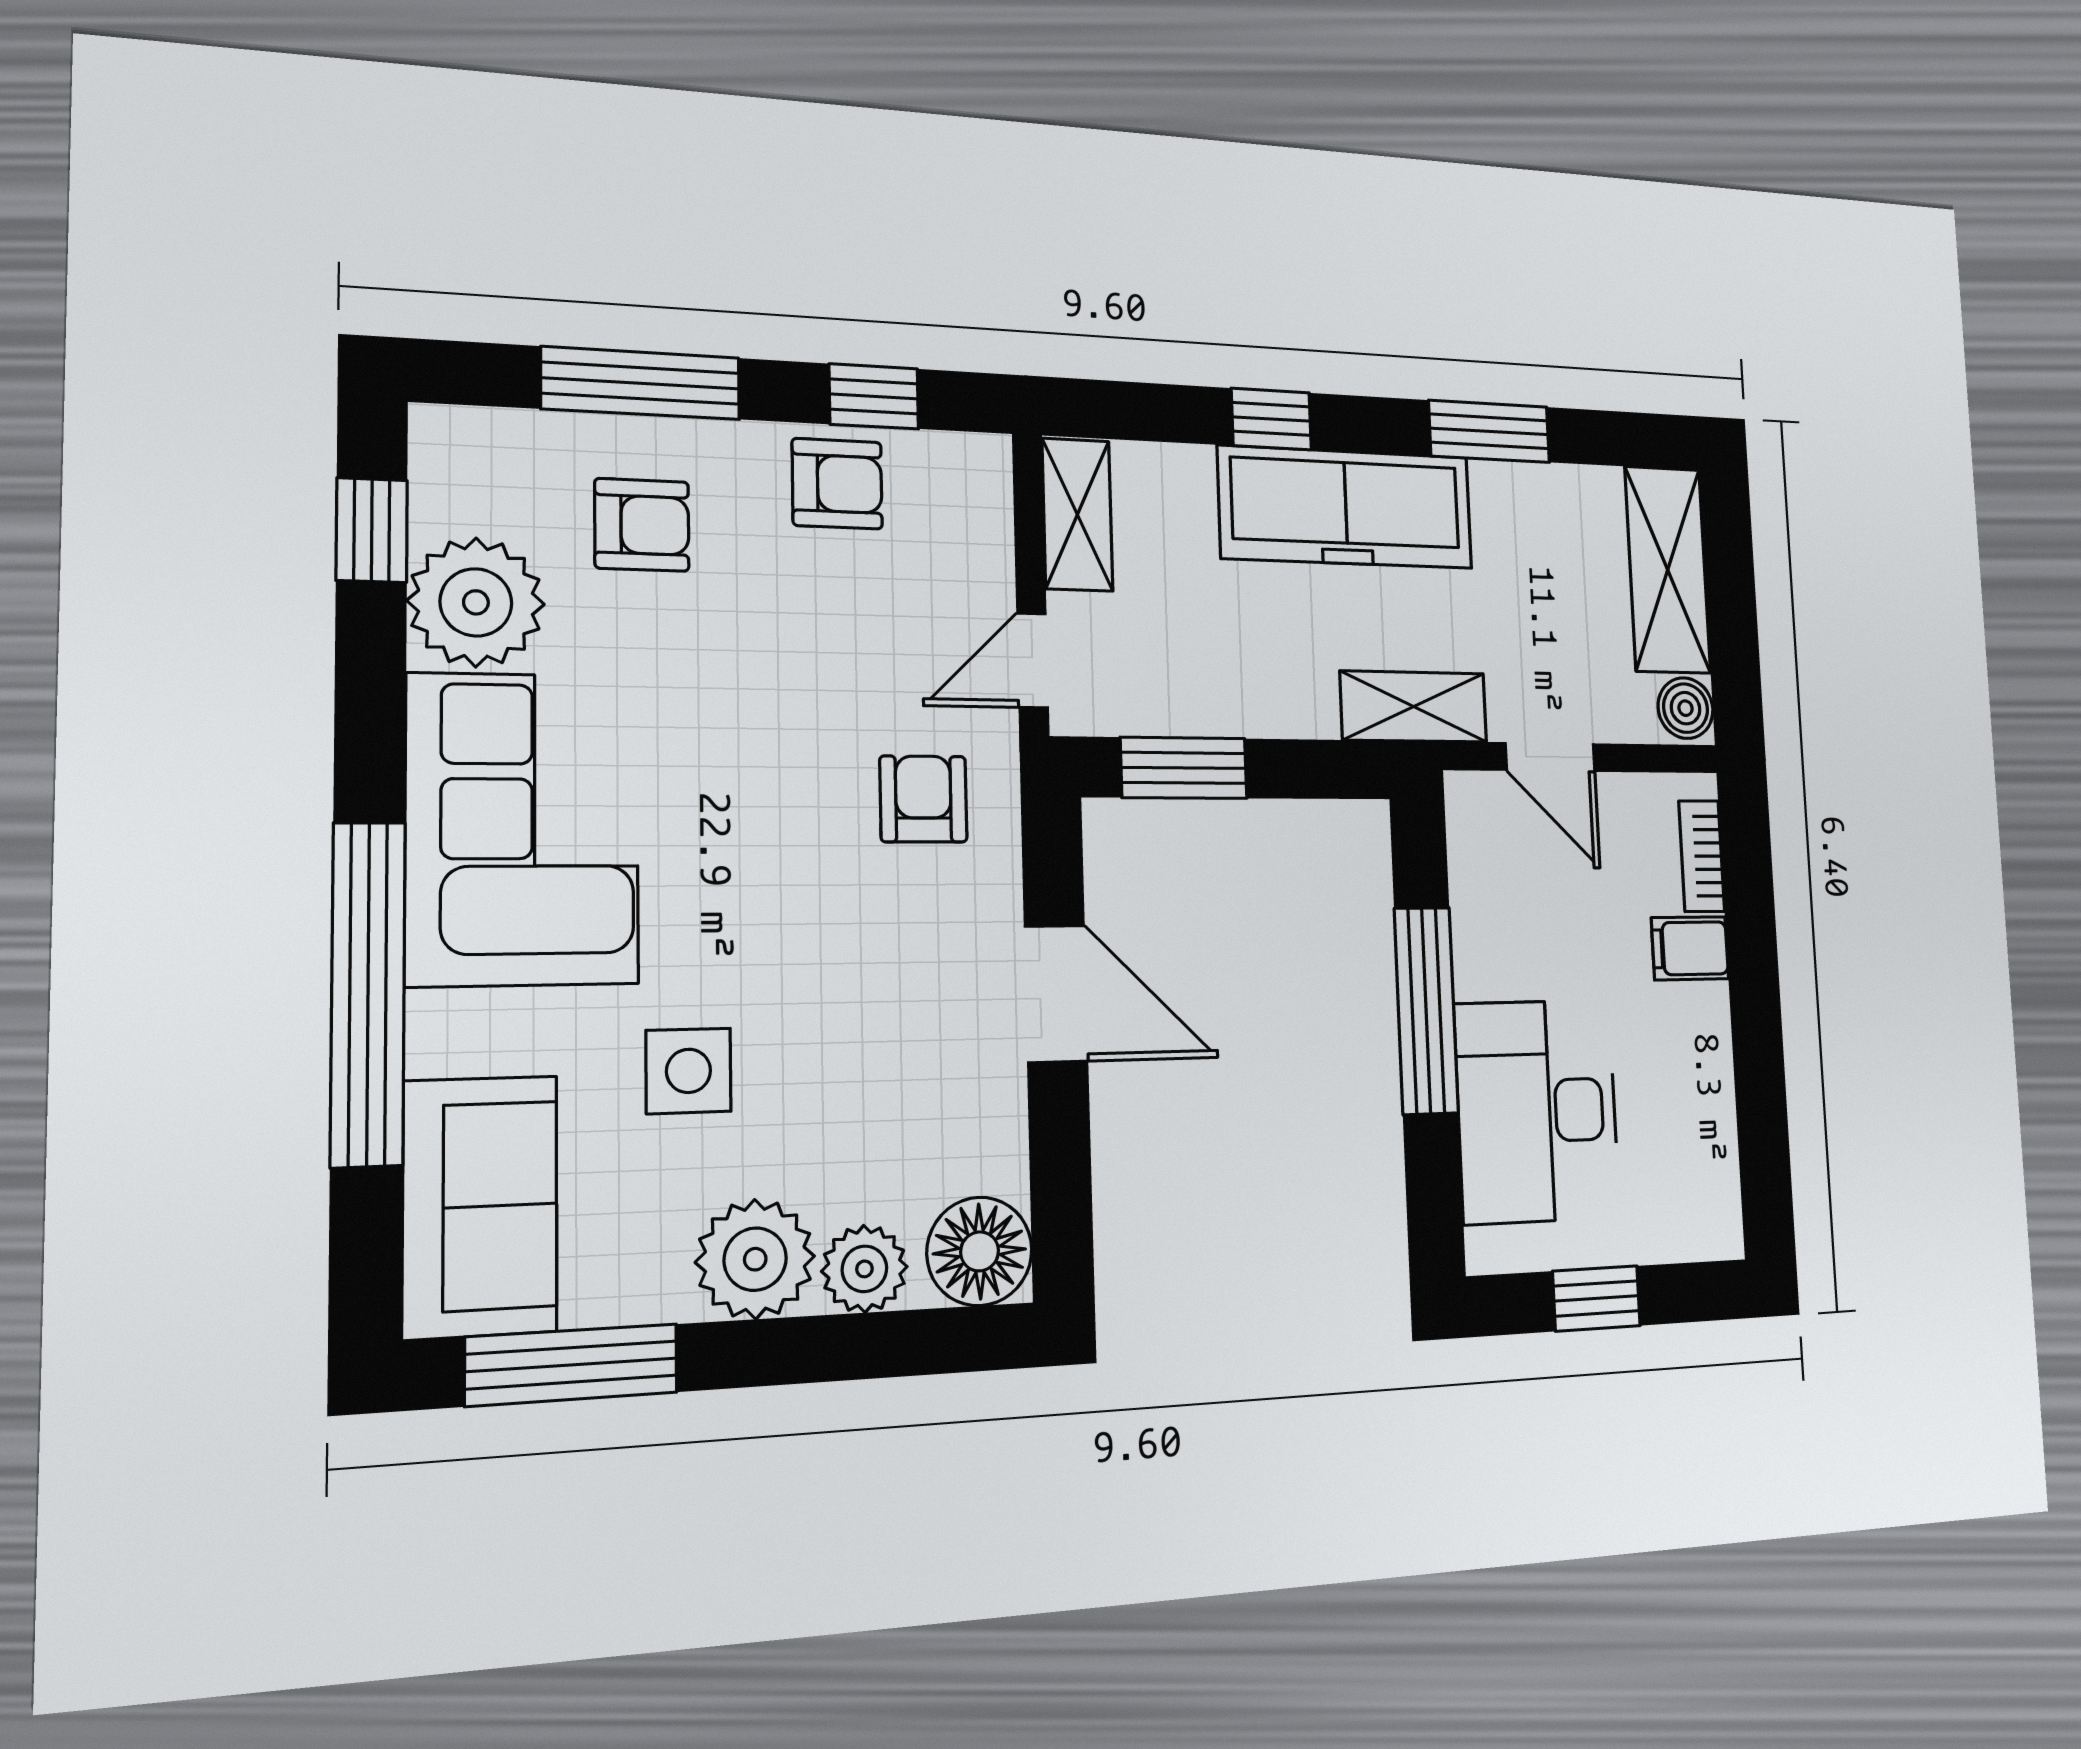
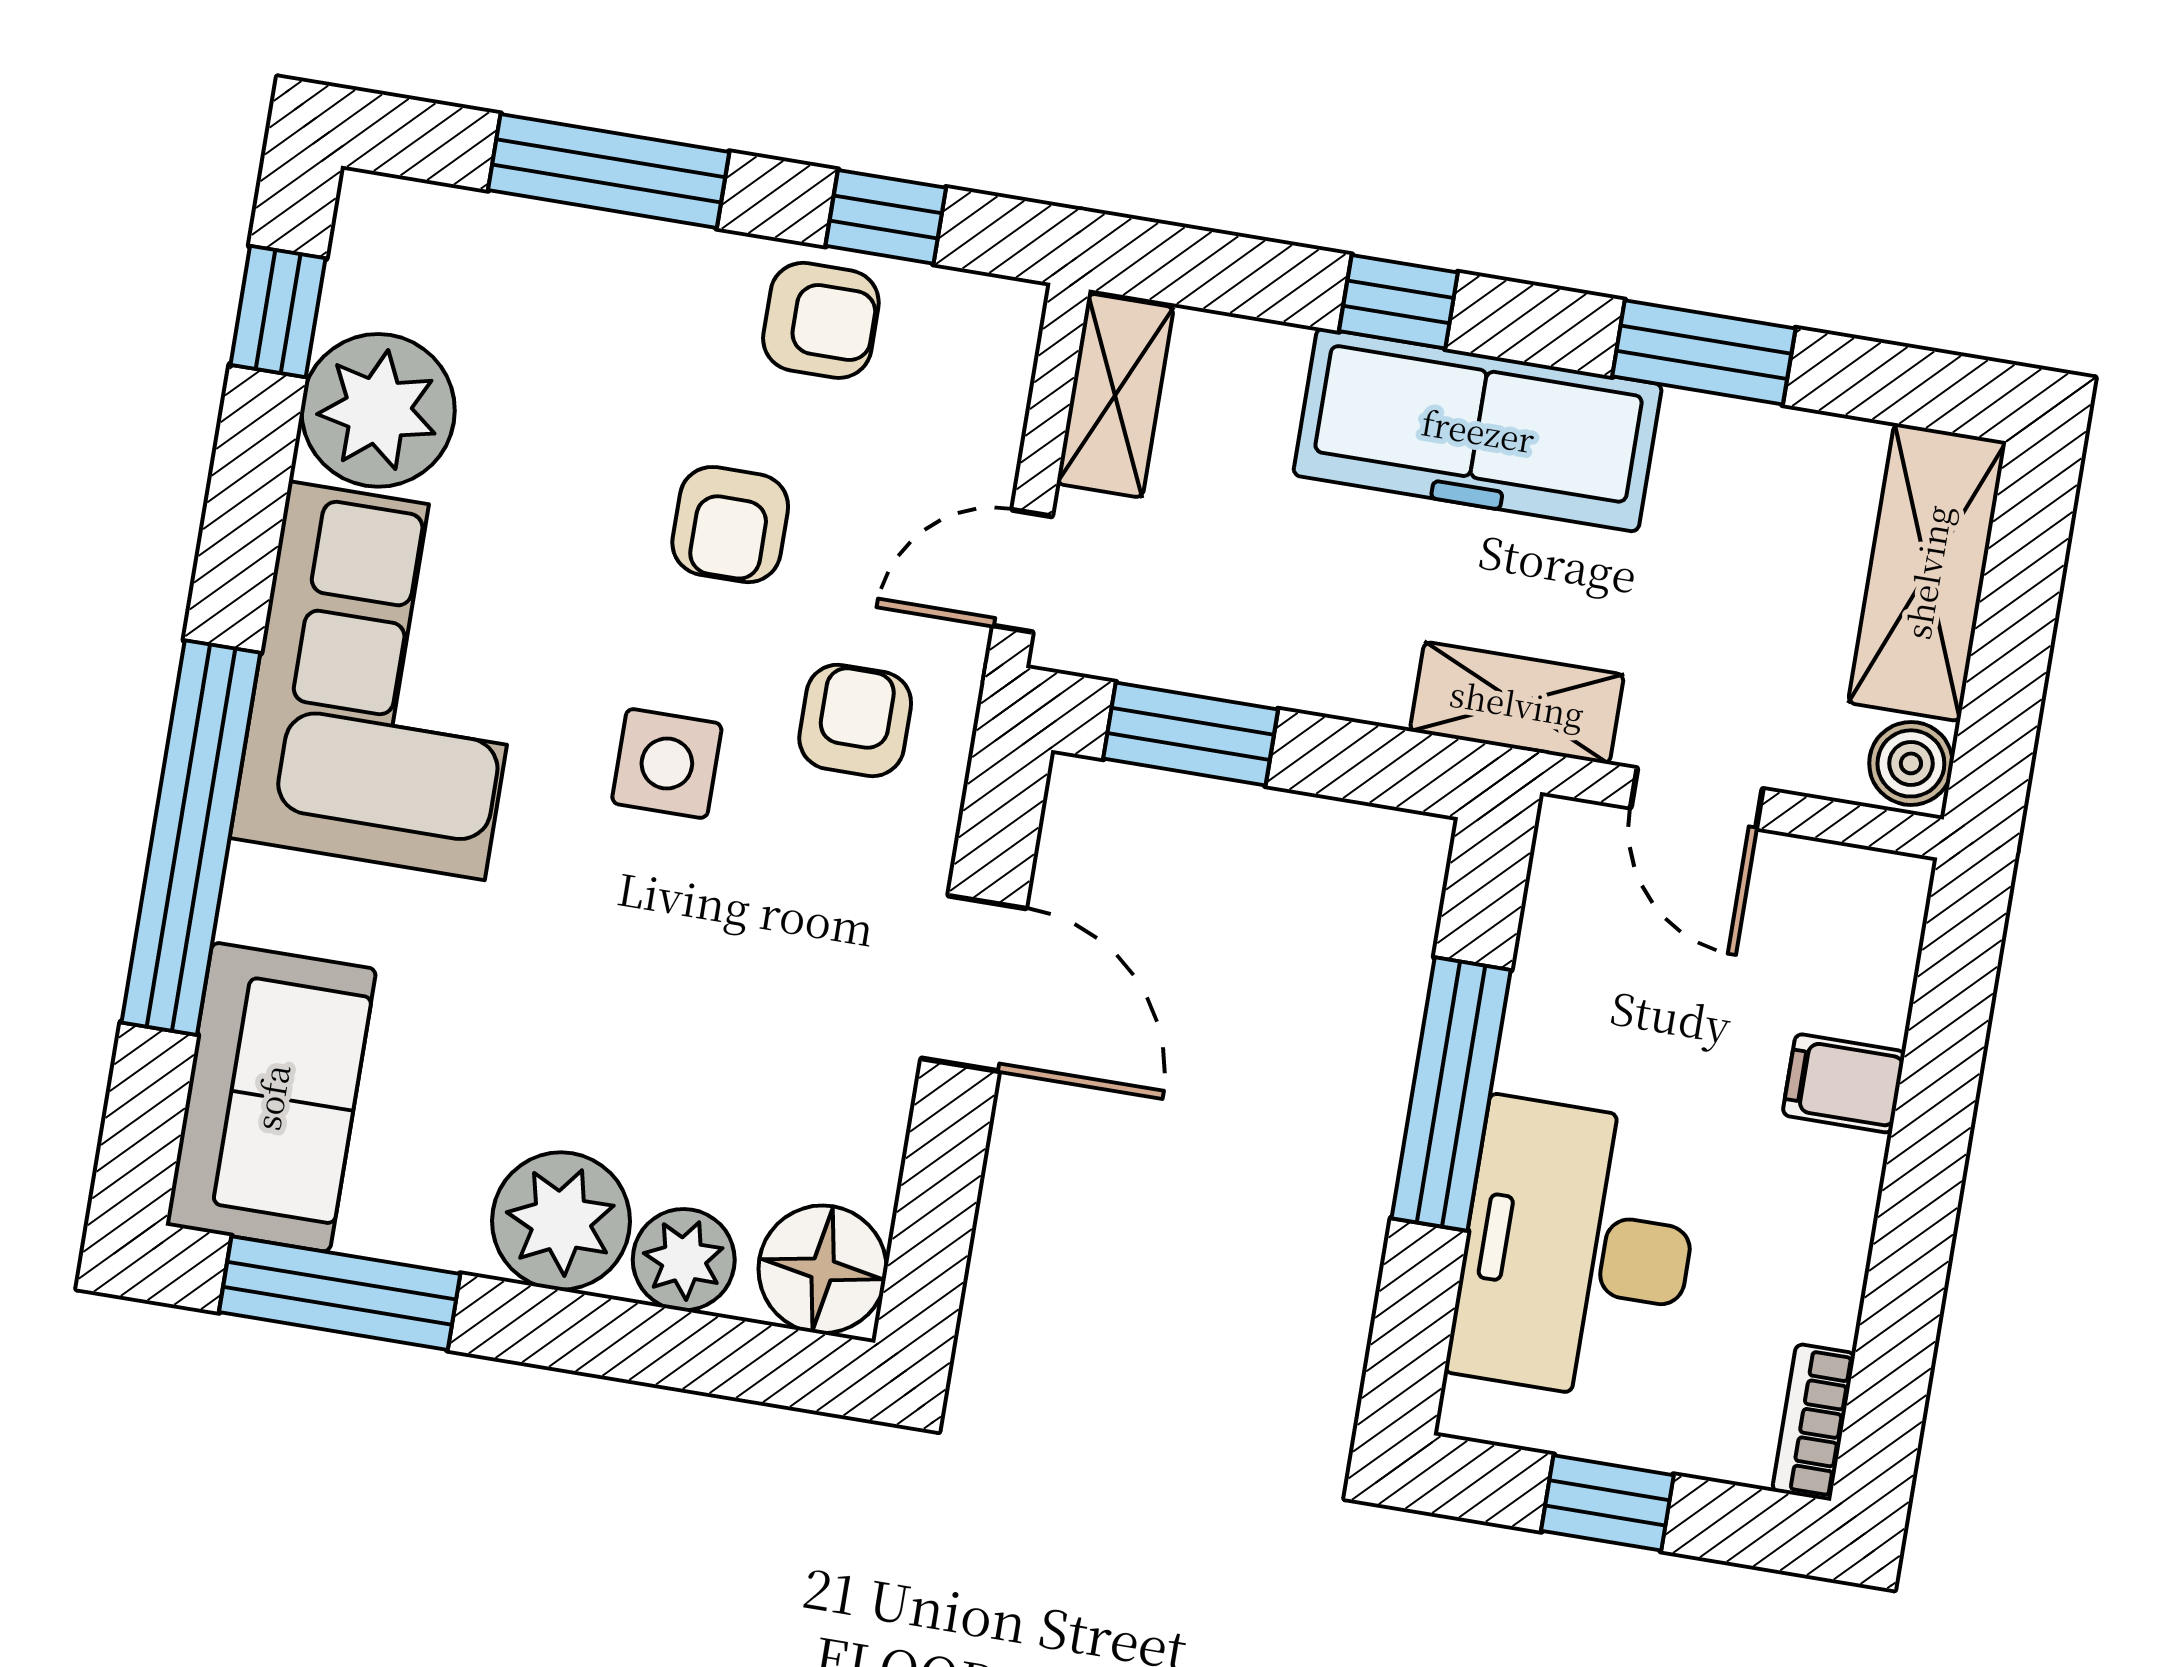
armchair: (642, 525) -> (730, 525), moved, turned 90
bookcase: (1702, 856) -> (1814, 1422), moved
side table: (688, 1071) -> (667, 763), moved

